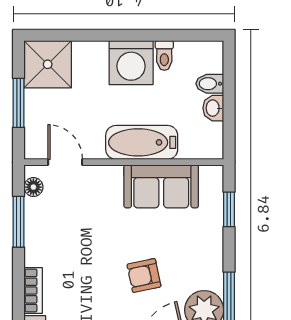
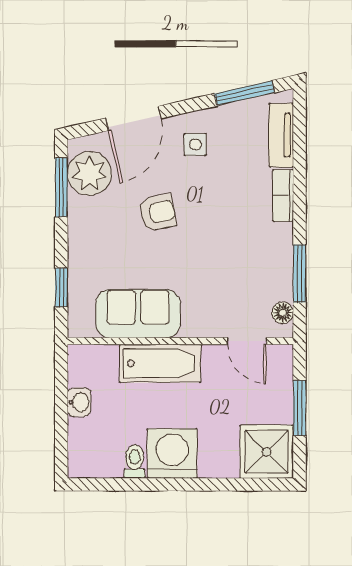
bidet: (210, 84) -> (83, 430), removed

